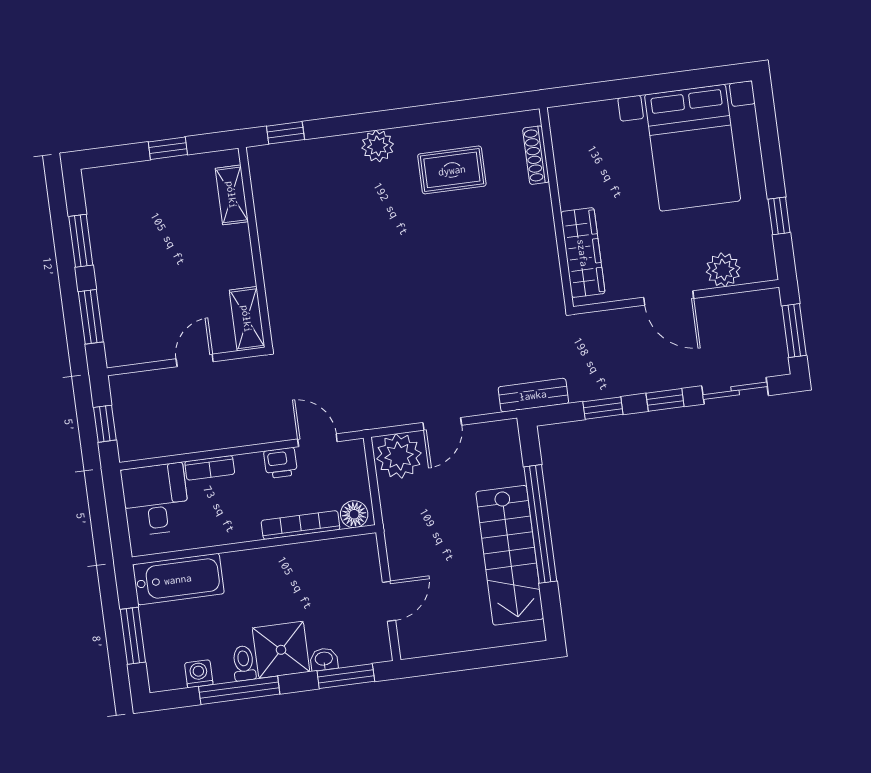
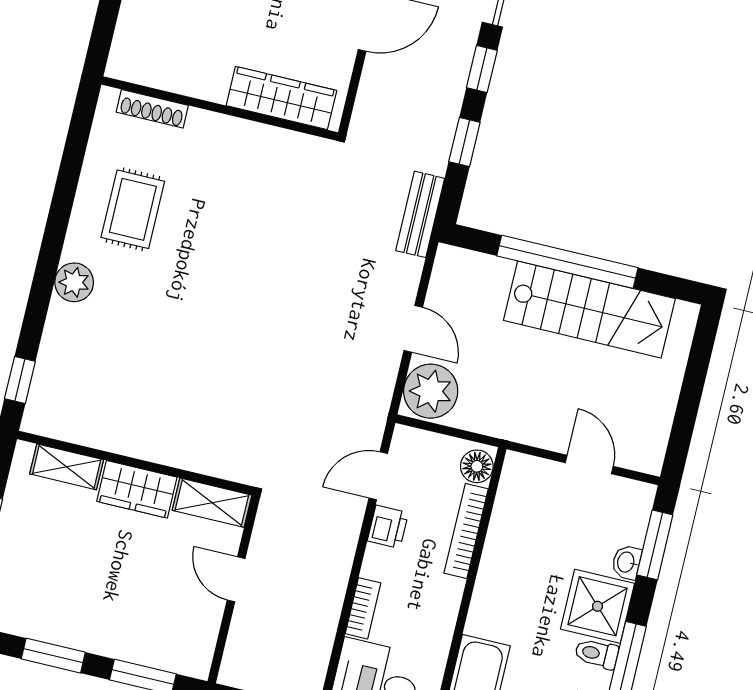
wardrobe: (235, 256) -> (137, 489), added

